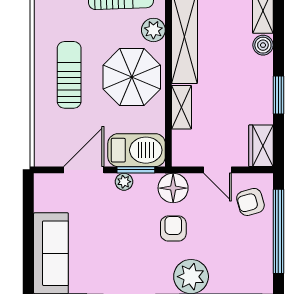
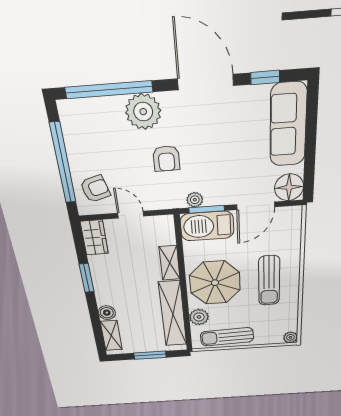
plant: (124, 182) -> (195, 200), moved
floor lamp: (173, 188) -> (289, 187), moved

